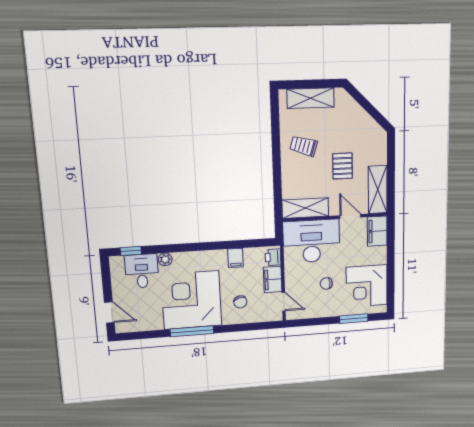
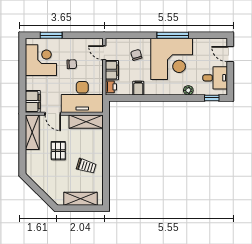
desk: (142, 271) -> (215, 78), moved, turned -90

